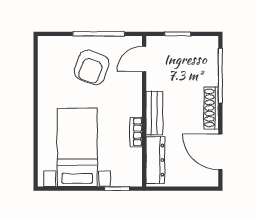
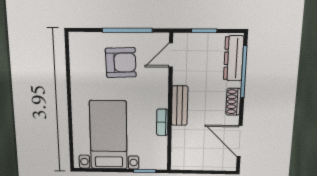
armchair: (92, 67) -> (121, 63), turned -112
shoe rack: (211, 108) -> (233, 102), width x0.70
dresser: (155, 160) -> (234, 58), moved, turned 180

